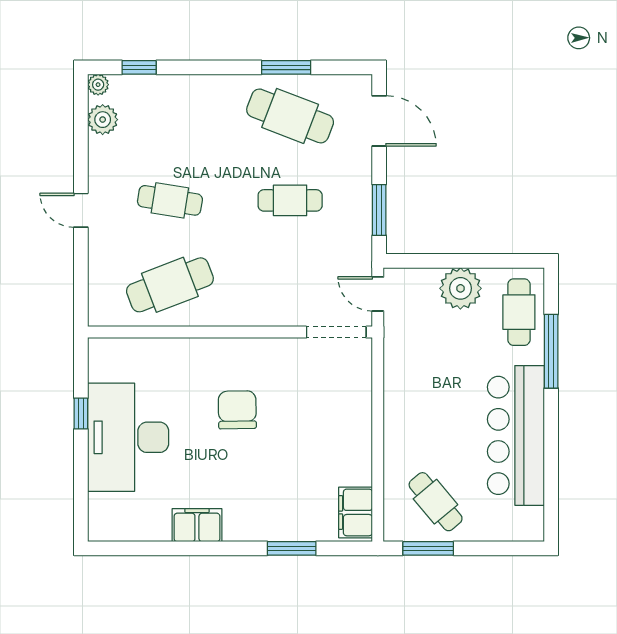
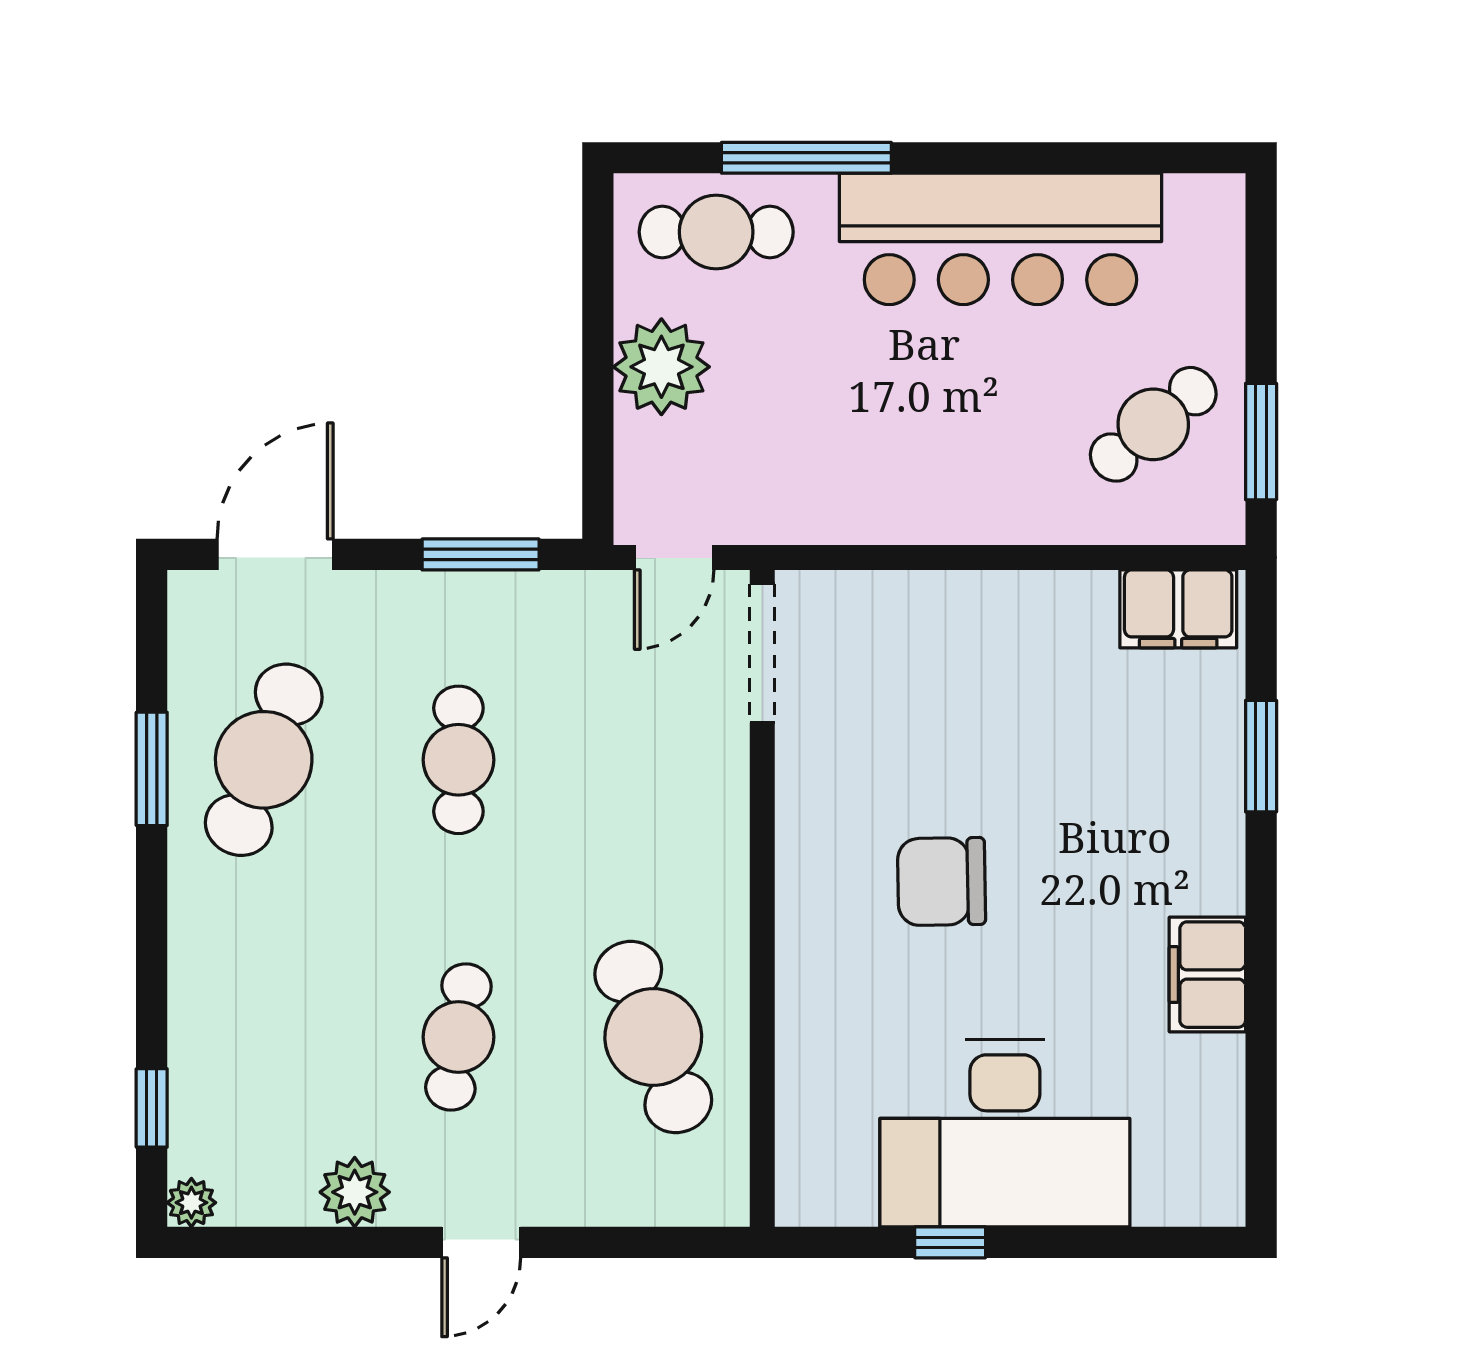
plant: (103, 120) -> (355, 1192), moved

